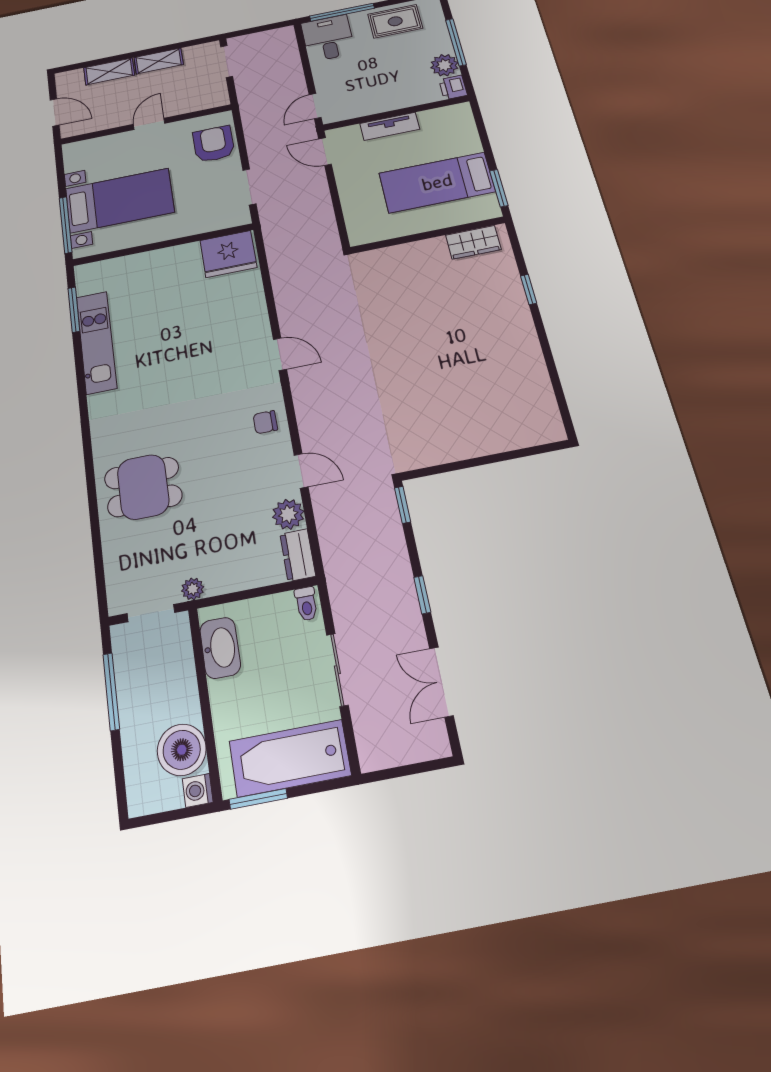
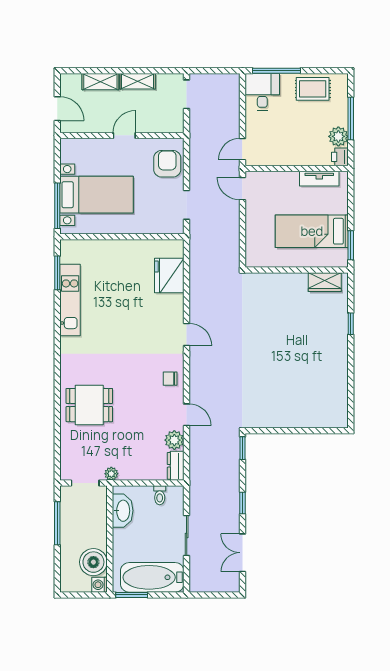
tv unit: (390, 126) -> (319, 179), moved
fridge: (228, 254) -> (169, 276), moved, turned 90
toilet: (306, 604) -> (160, 495), moved

